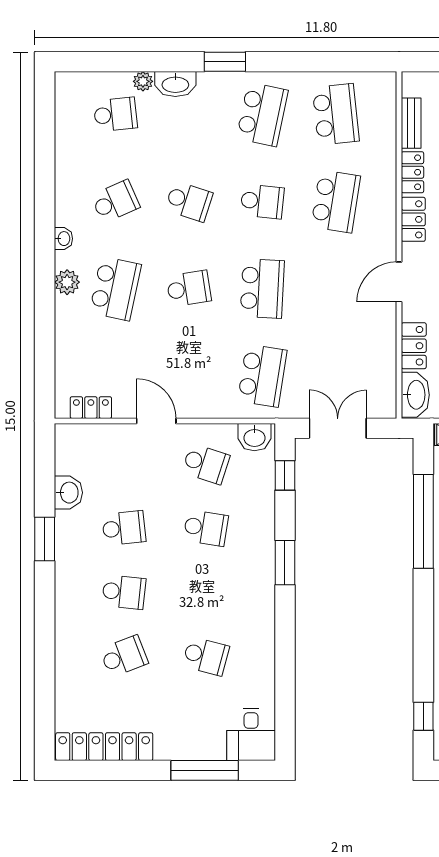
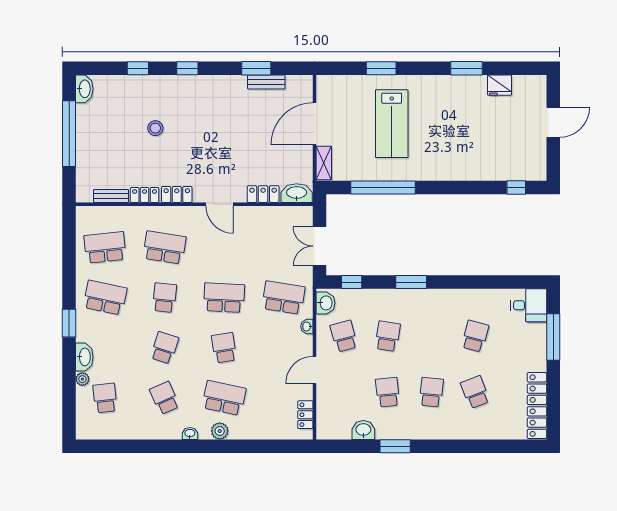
washbasin: (220, 410) -> (307, 326), added
school desk: (206, 464) -> (344, 336), turned -33

